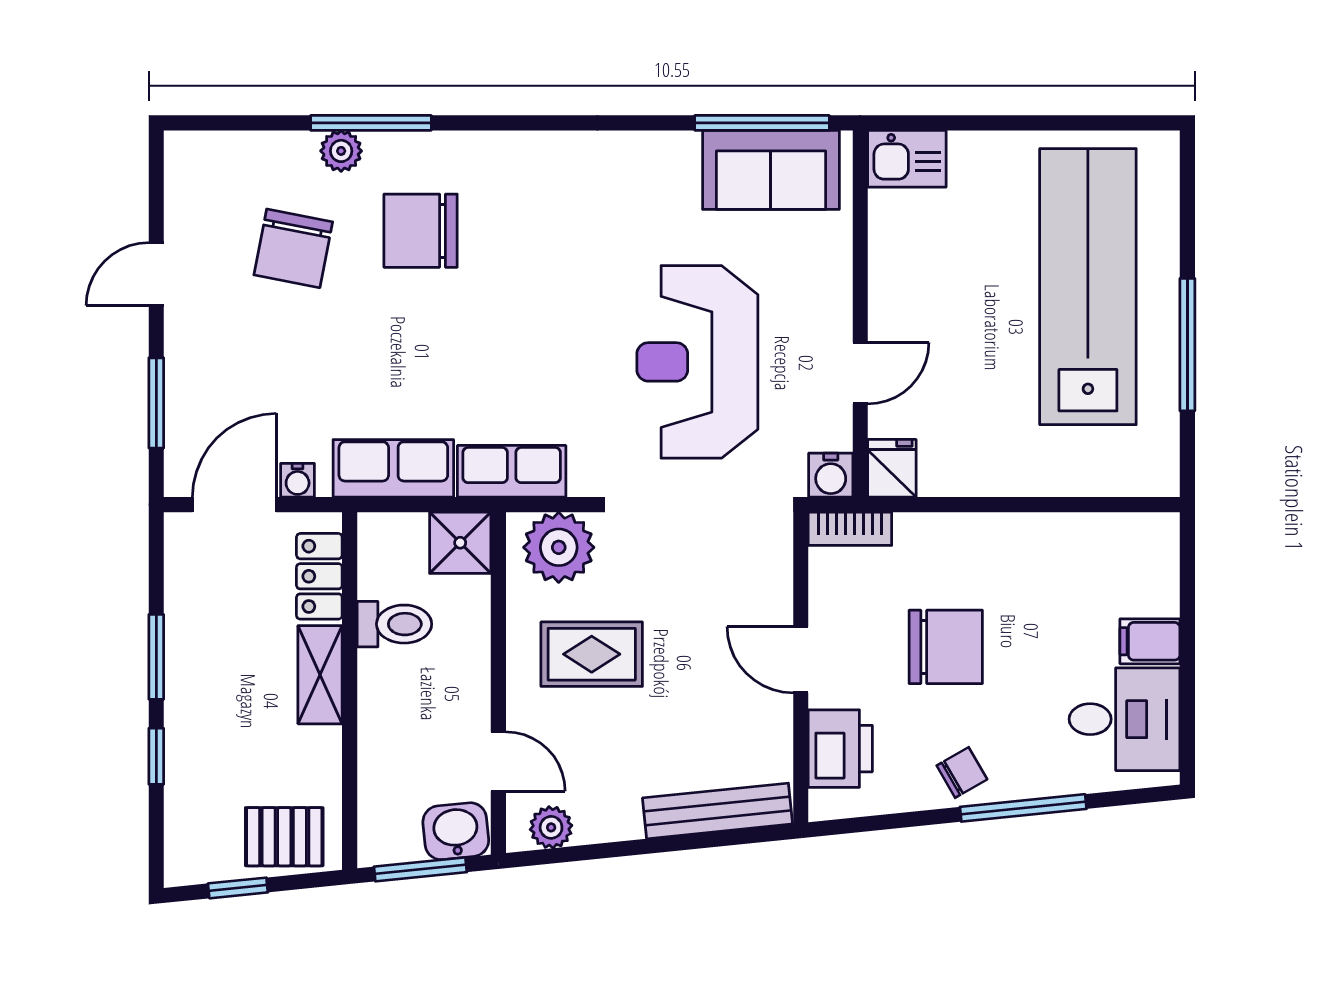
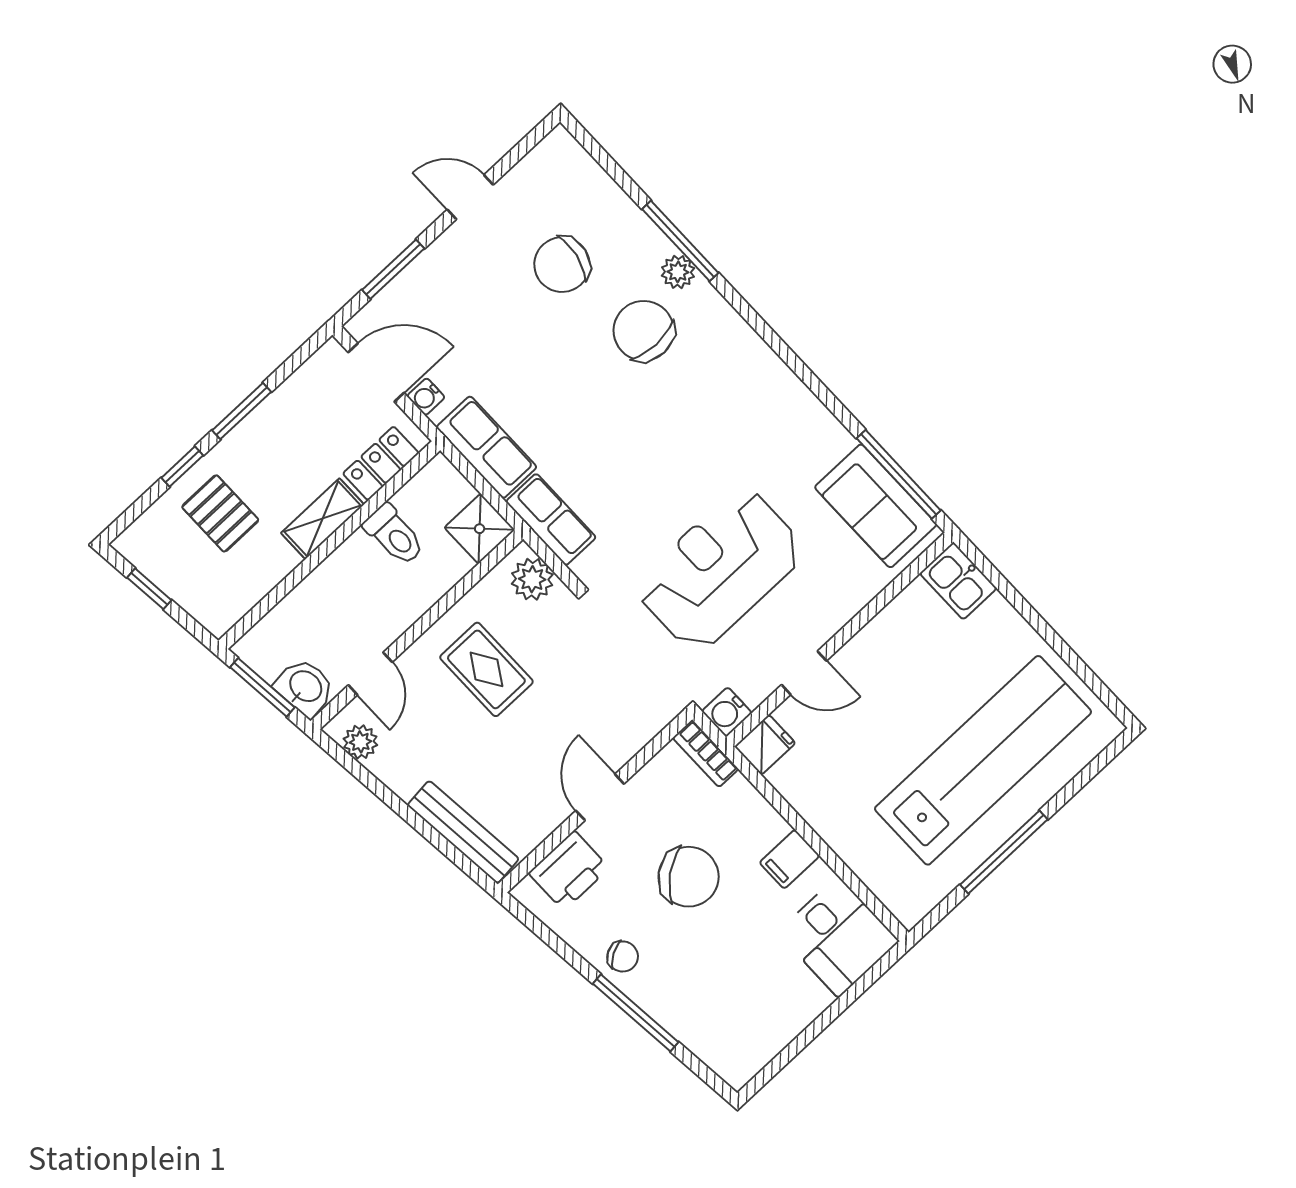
plant: (341, 151) -> (678, 272), moved
plant: (559, 547) -> (532, 579), width x0.73, depth x0.73
filing cabinet: (1150, 641) -> (790, 859), moved, turned -90
chair: (946, 647) -> (689, 877), turned -38
desk: (1125, 719) -> (838, 937), moved
pallet: (284, 837) -> (220, 513), moved

